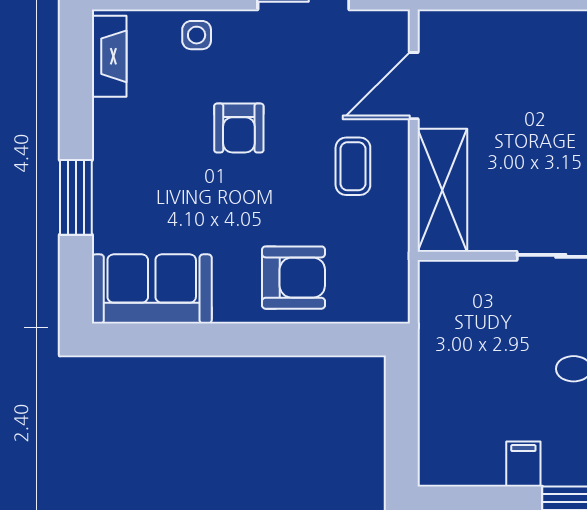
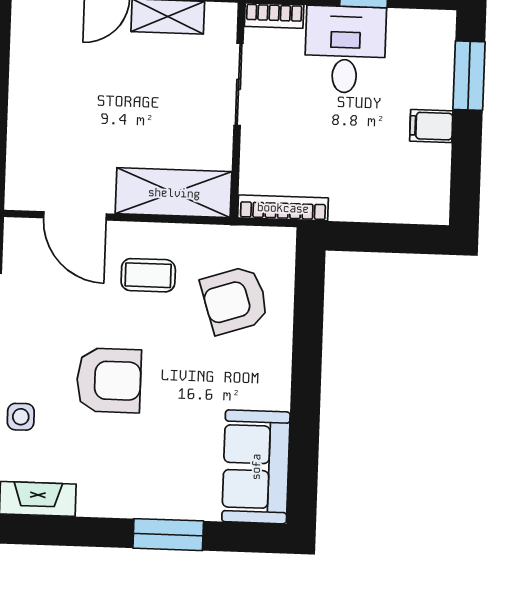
armchair: (239, 128) -> (109, 380), width x1.38, depth x1.38
armchair: (294, 278) -> (235, 300), moved, turned -108
bookcase: (430, 308) -> (283, 208), added

